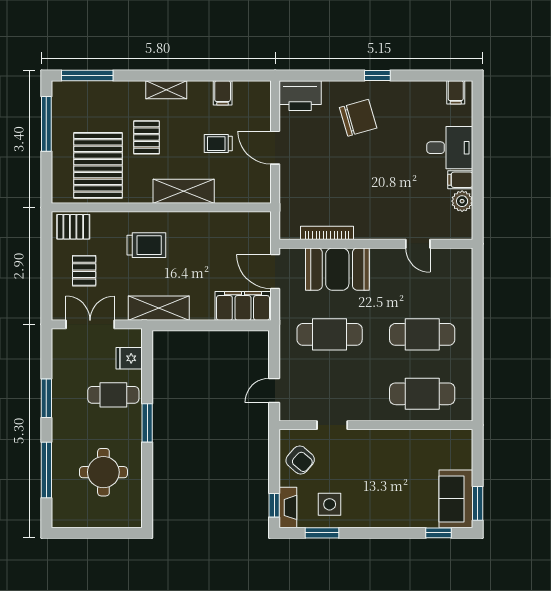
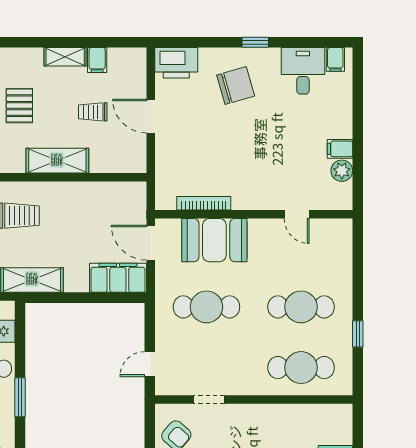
shelving: (166, 90) -> (65, 57), moved
desk: (450, 148) -> (303, 71), moved, turned -90
window: (478, 361) -> (358, 334), added

